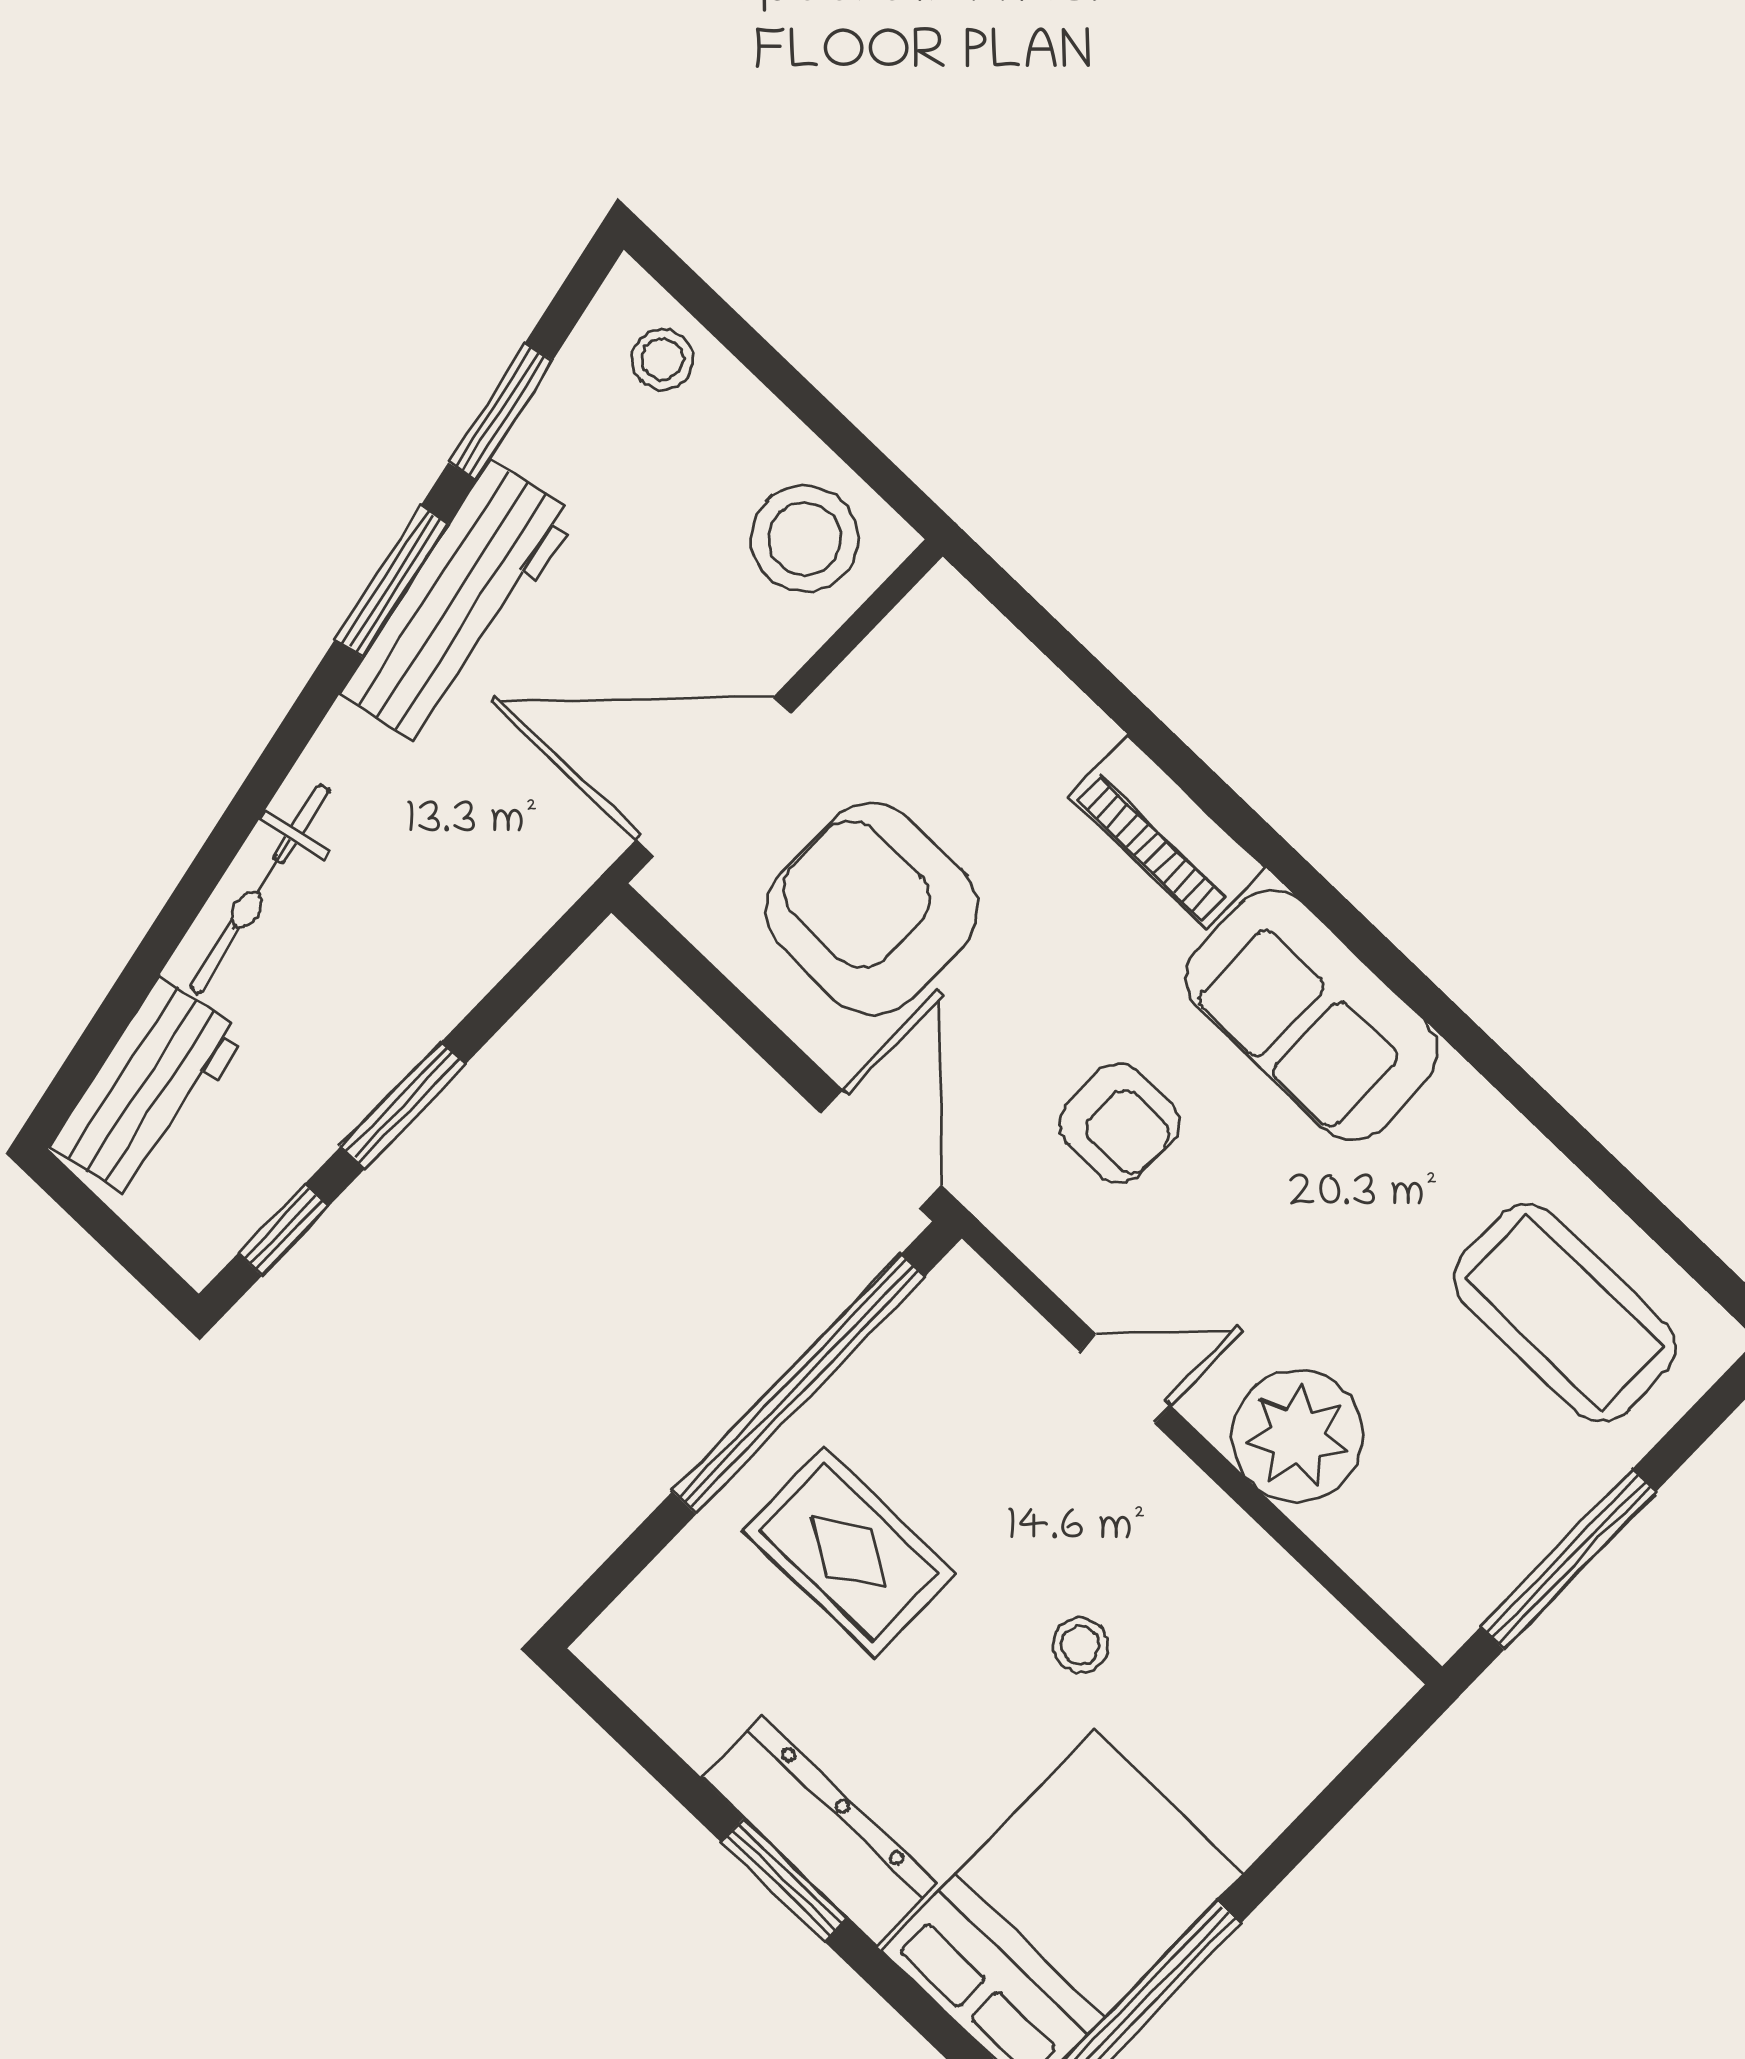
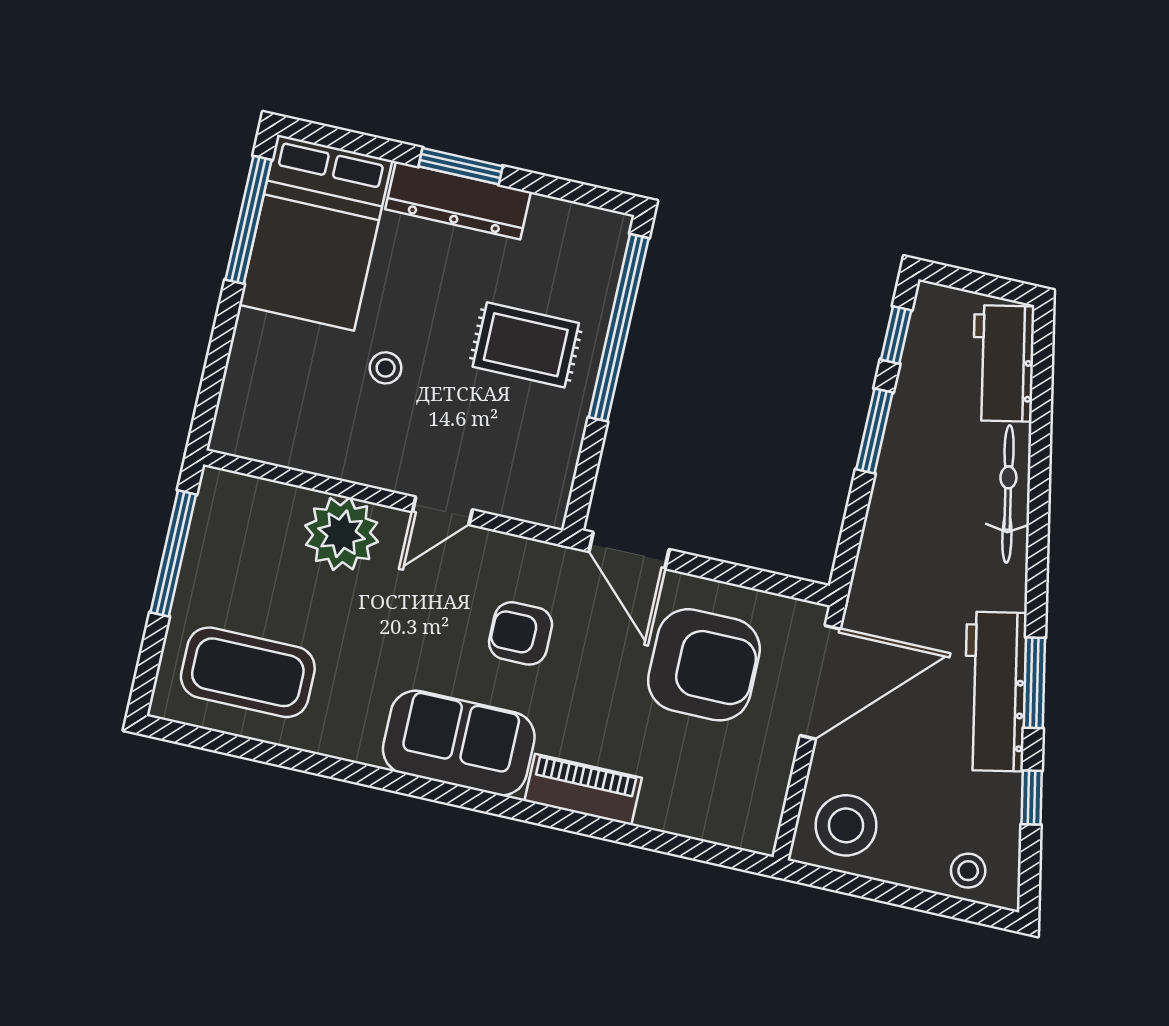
window: (501, 411) -> (1032, 797), width x0.67
window: (799, 1384) -> (619, 328), moved

